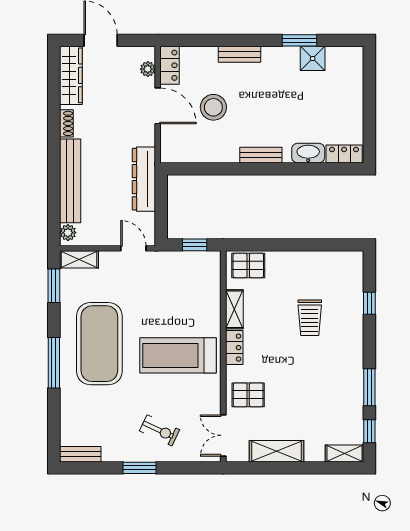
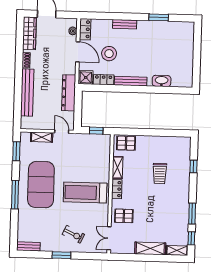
shower: (313, 58) -> (86, 77), moved
locker: (344, 154) -> (104, 80), moved
bench: (261, 155) -> (131, 81), width x1.36
plant: (68, 233) -> (25, 122), removed
shelving: (79, 259) -> (42, 137), moved
shelving: (276, 451) -> (150, 248), moved

